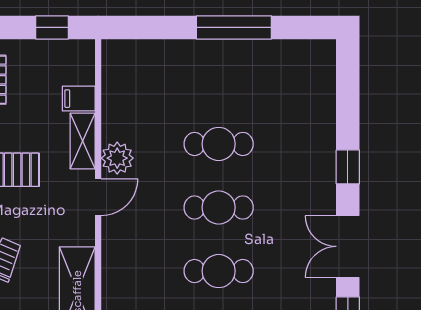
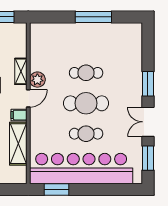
filing cabinet: (79, 99) -> (19, 115), moved
window: (348, 167) -> (148, 84), width x1.50
cafe table: (219, 207) -> (86, 103), width x1.37, depth x1.35

